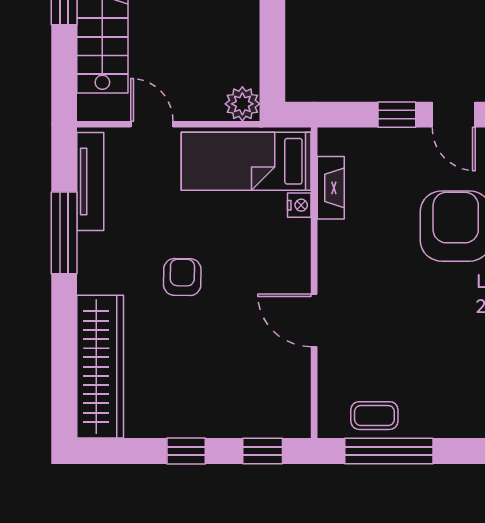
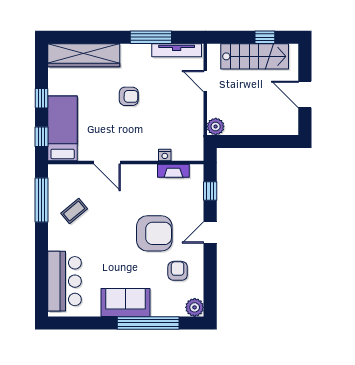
window: (397, 115) -> (210, 191), moved
door: (152, 124) -> (205, 81), swing flipped
bed: (246, 161) -> (63, 128), moved
door: (314, 320) -> (107, 162), swing flipped
coffee table: (374, 416) -> (74, 211), moved, turned 50

